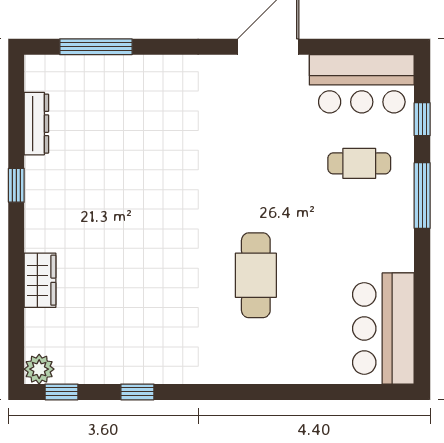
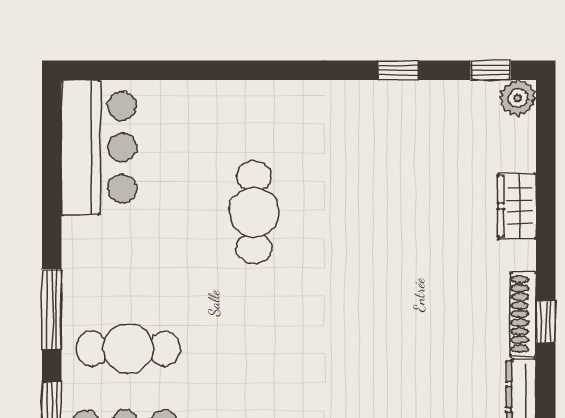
cafe table: (359, 163) -> (128, 348), width x1.37, depth x1.35
shoe rack: (35, 192) -> (523, 314), added

